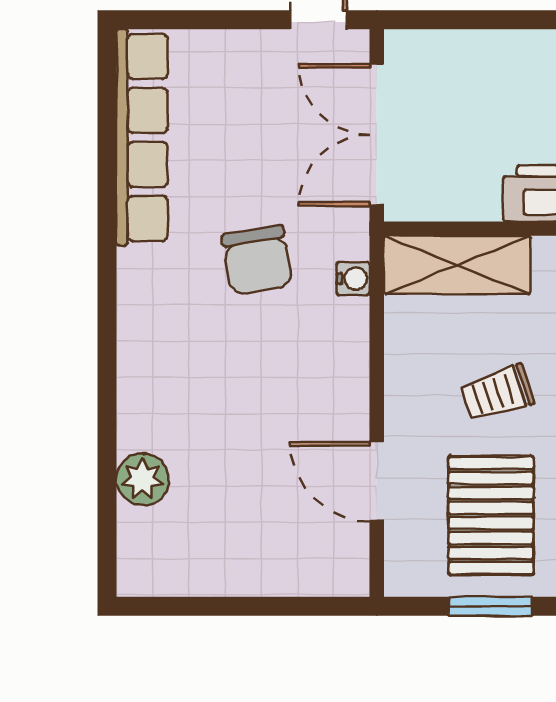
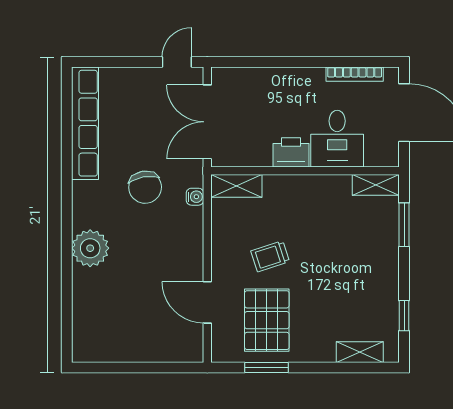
shelving: (457, 265) -> (236, 186), width x0.67, depth x0.75
plant: (143, 479) -> (90, 248), moved, width x1.36, depth x1.36

